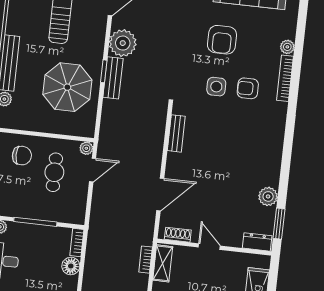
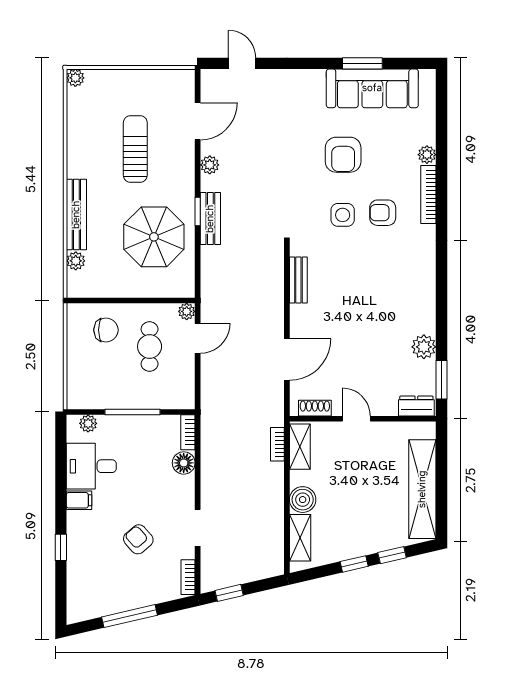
plant: (123, 43) -> (210, 165), width x0.53, depth x0.53

